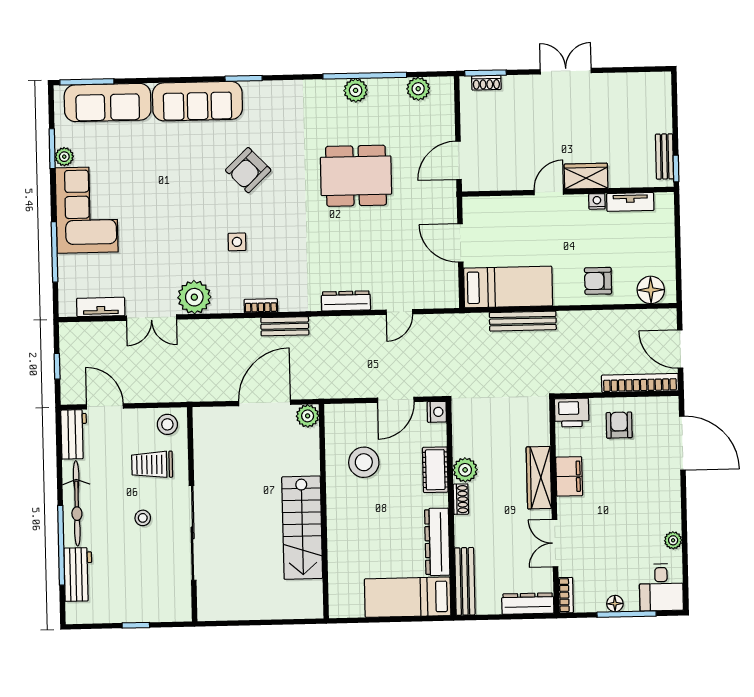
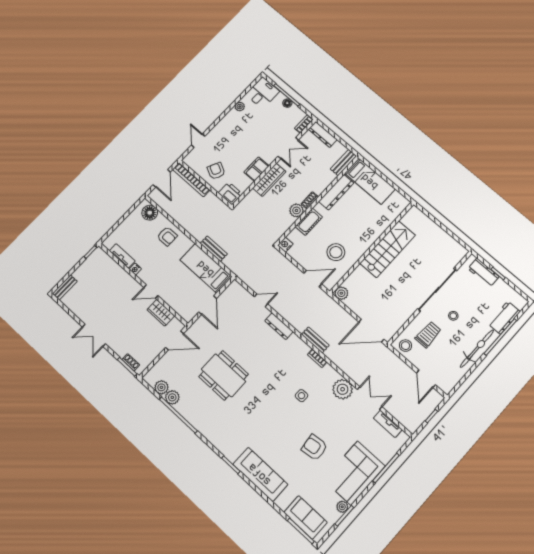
plant: (356, 90) -> (172, 397), moved
sofa: (108, 103) -> (305, 517), width x0.73
bench: (665, 156) -> (65, 287), moved
armchair: (248, 170) -> (314, 447), moved, turned -143
wardrobe: (586, 176) -> (161, 313), moved
bench: (523, 321) -> (214, 249), width x0.73
door: (396, 400) -> (313, 279), moved
door: (265, 403) -> (371, 331), moved
armchair: (619, 425) -> (216, 171), turned 116
workbench: (74, 434) -> (483, 273), moved, turned -90
door: (682, 443) -> (198, 141), width x0.53
trolley: (152, 465) -> (428, 335), turned -90
bench: (465, 581) -> (343, 163), width x0.73

